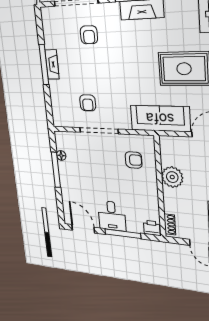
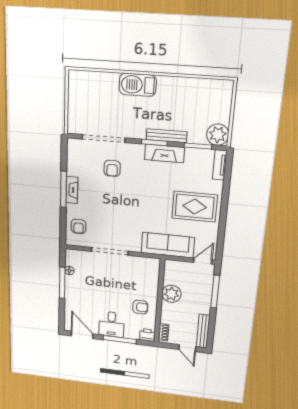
armchair: (88, 103) -> (78, 226), moved
armchair: (134, 160) -> (140, 307), moved

